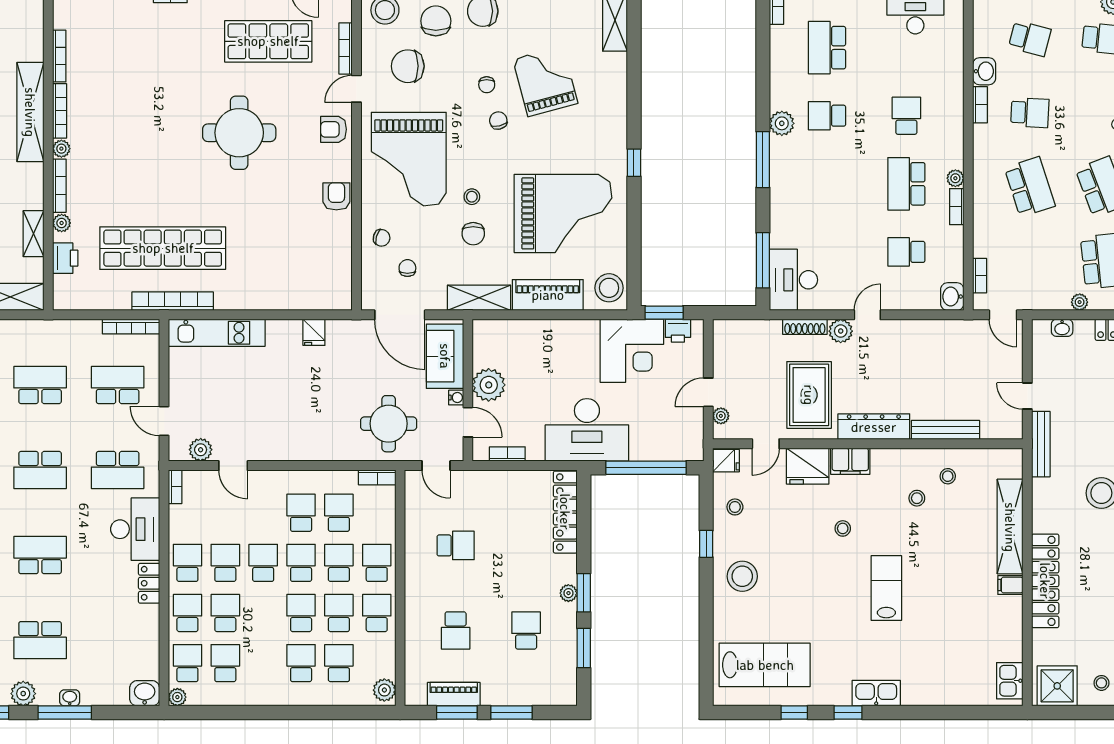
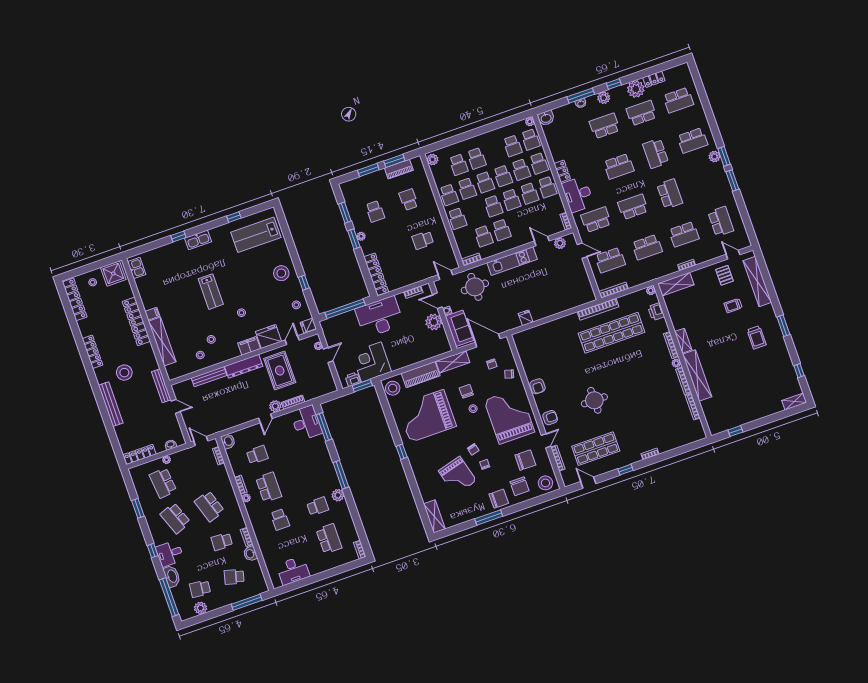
round table: (239, 133) -> (594, 400), width x0.73, depth x0.73
plant: (62, 223) -> (651, 291), moved
shelving: (34, 234) -> (683, 341), moved
kitchen unit: (217, 333) -> (512, 261), moved, turned 180
school desk: (339, 563) -> (503, 176), moved
window: (848, 713) -> (178, 236), moved

